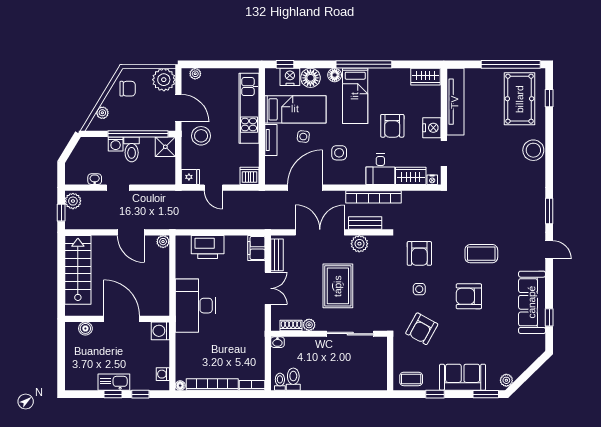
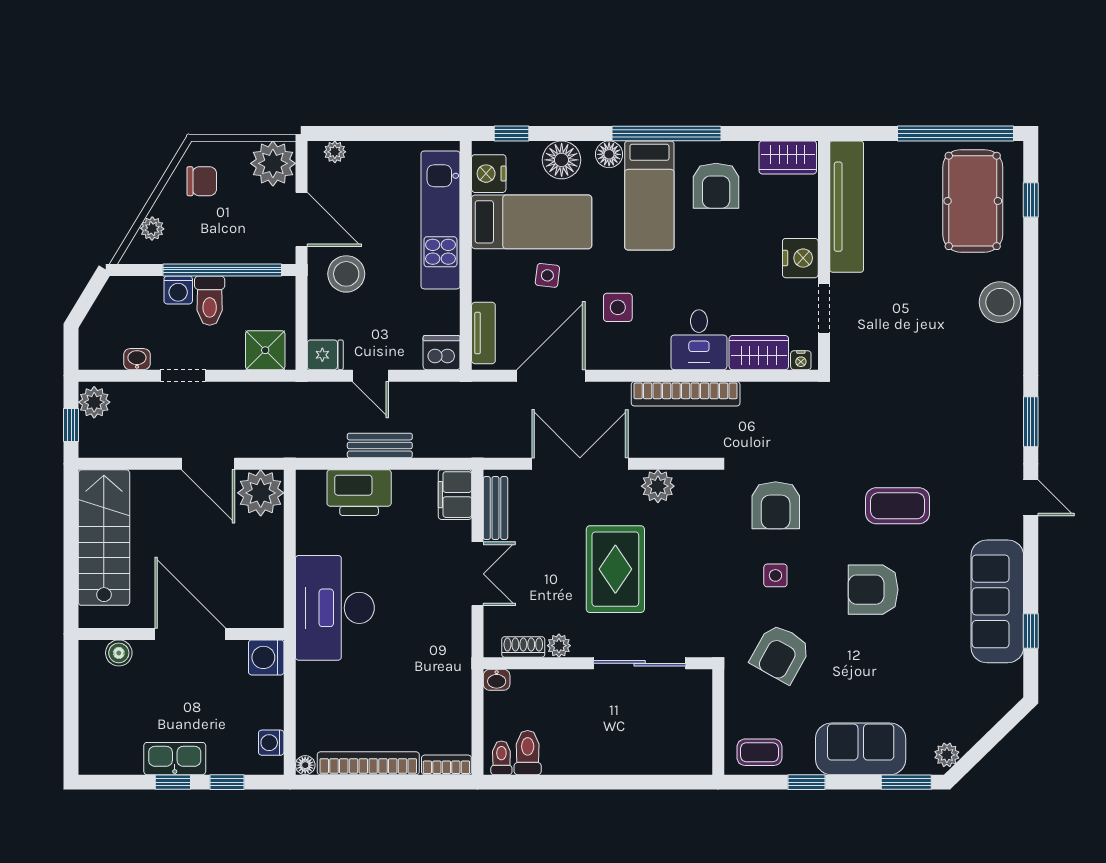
nightstand: (290, 77) -> (489, 174), moved, turned -90
armchair: (392, 126) -> (716, 186), moved
tv unit: (271, 140) -> (483, 333), moved
shower: (165, 147) -> (265, 350), moved
bench: (365, 223) -> (380, 445), moved
plant: (163, 242) -> (261, 493), width x1.87, depth x1.87

